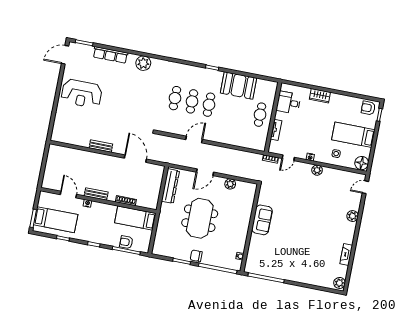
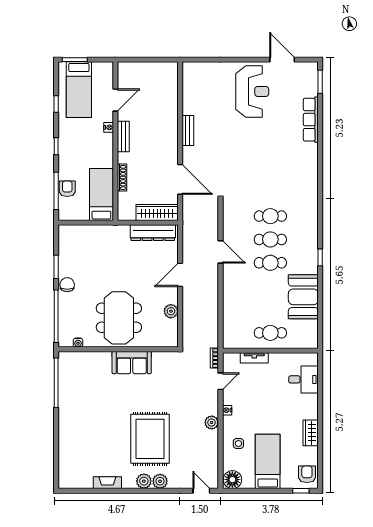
door: (65, 55) -> (282, 60), moved
plant: (143, 63) -> (308, 165), removed
reception desk: (82, 94) -> (252, 91), turned 180
wardrobe: (320, 96) -> (311, 433), moved
desk: (288, 103) -> (303, 379), moved, turned 90
door: (288, 158) -> (220, 381), swing flipped
door: (135, 159) -> (180, 179), hinge flipped
door: (205, 172) -> (180, 275), hinge flipped
wardrobe: (156, 180) -> (157, 212), added
rug: (320, 217) -> (150, 439), added
meeting table: (200, 218) -> (119, 318), moved, turned 90
plant: (339, 283) -> (144, 481), moved

